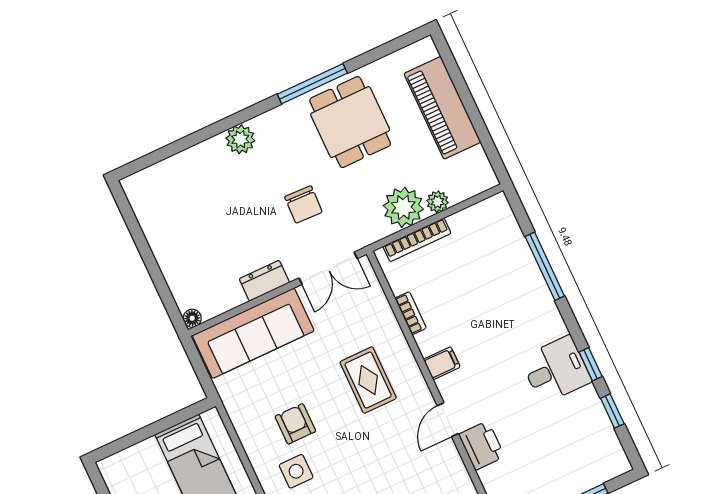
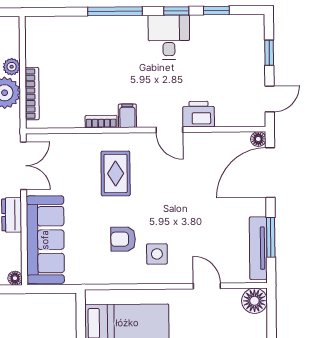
window: (545, 266) -> (115, 11), moved
bookcase: (411, 313) -> (101, 122), moved
rug: (368, 380) -> (116, 173), turned 90

